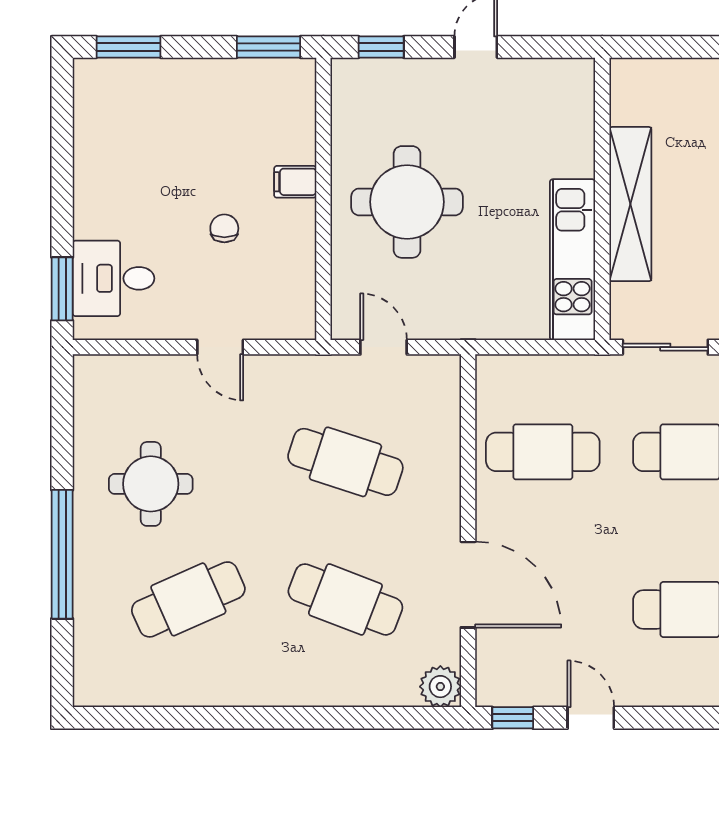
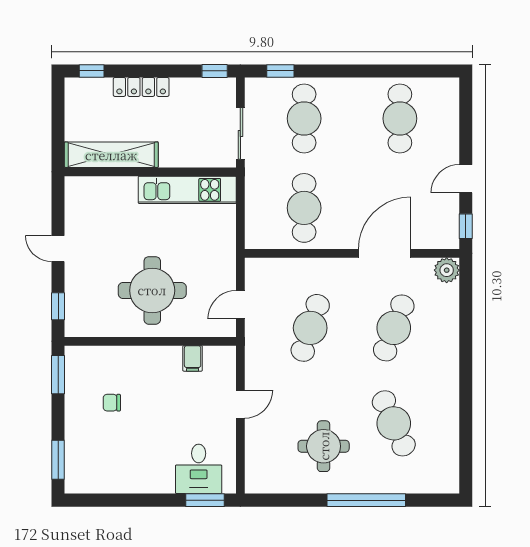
filing cabinet: (295, 182) -> (193, 358), moved
shelving: (630, 204) -> (111, 155), moved
chair: (224, 228) -> (112, 403), moved

